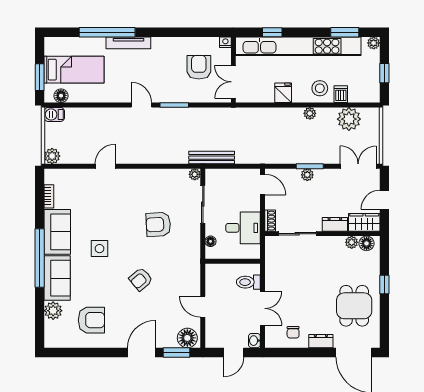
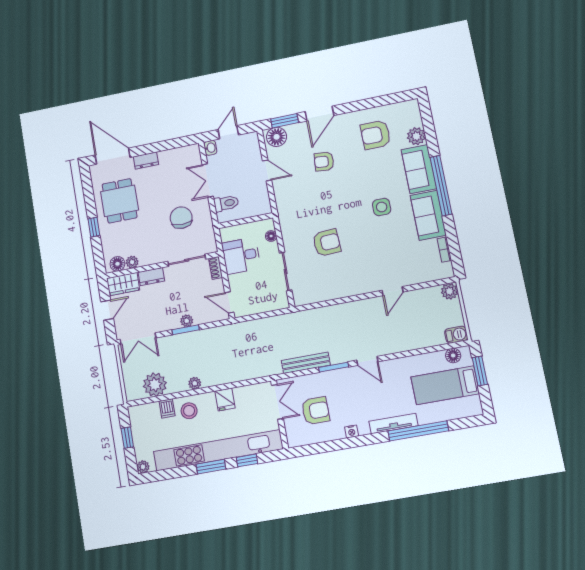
window: (345, 32) -> (211, 467), moved
nightstand: (225, 42) -> (352, 431), moved
armchair: (199, 67) -> (316, 411), turned -90
bench: (212, 158) -> (306, 363), moved
plant: (195, 174) -> (299, 300), removed
armchair: (141, 279) -> (324, 162), moved, turned -135
chair: (293, 332) -> (181, 218), moved, width x1.87, depth x1.87

